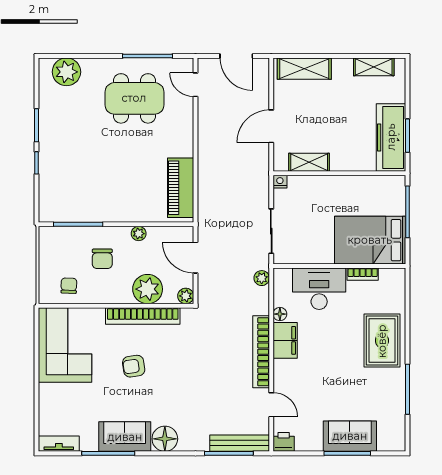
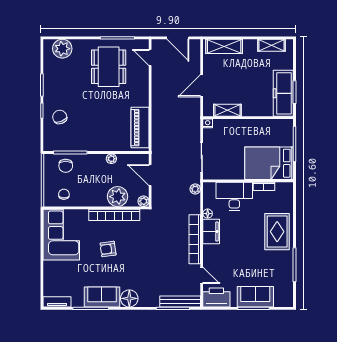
dining table: (134, 98) -> (109, 67), turned 90
chair: (63, 172) -> (60, 117), added
chair: (102, 259) -> (66, 166), moved
printer: (284, 442) -> (216, 298), width x1.87, depth x1.48

